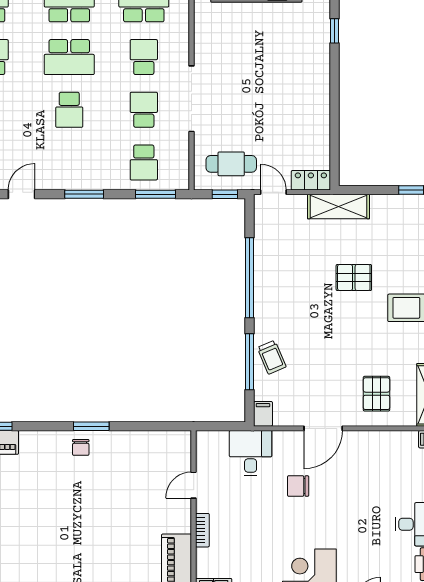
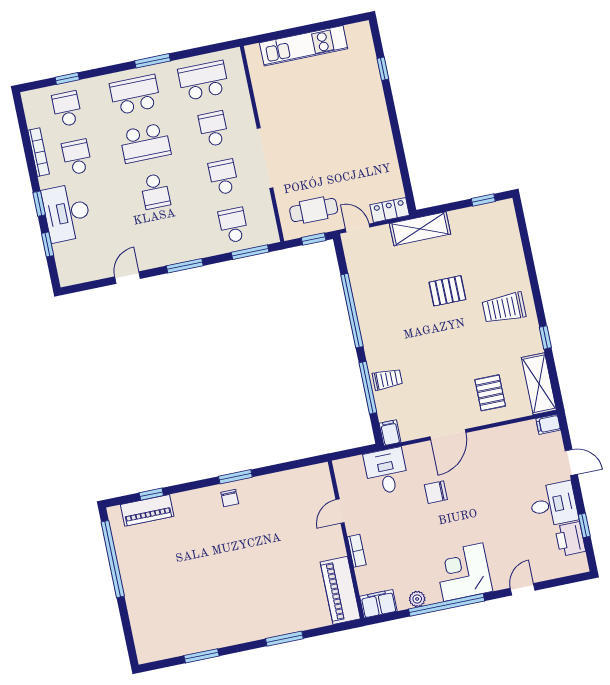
school desk: (144, 162) -> (233, 225), turned 180
trolley: (272, 357) -> (387, 379), turned -67

